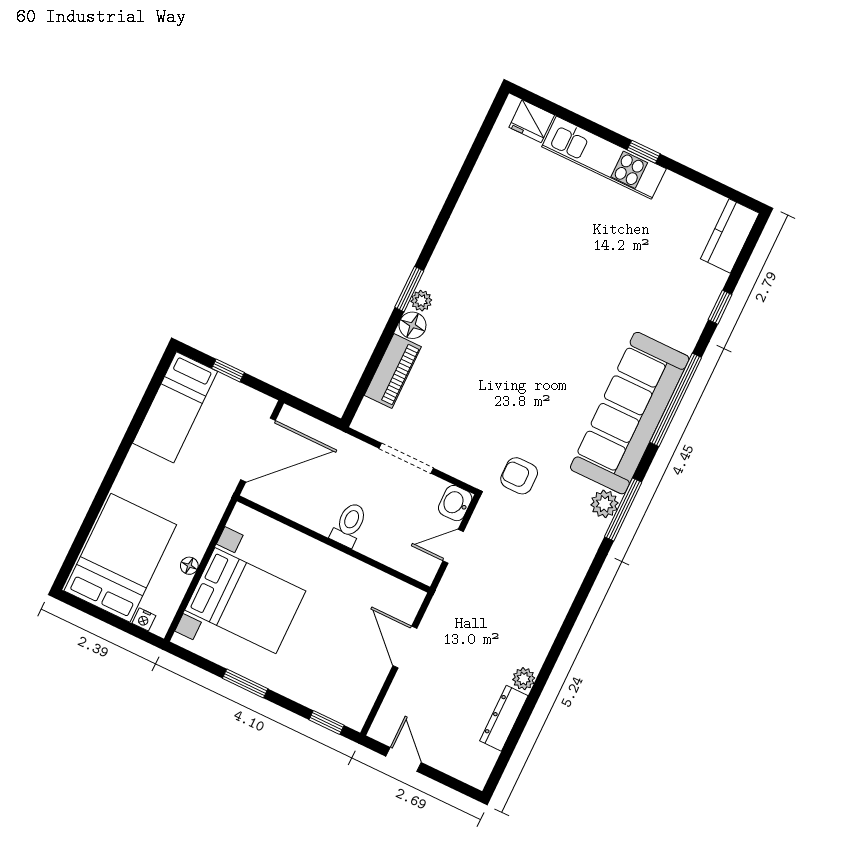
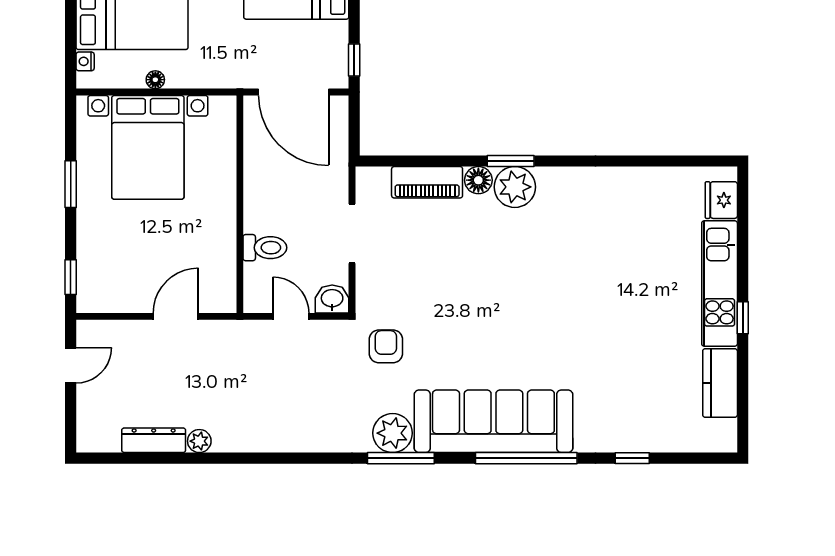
kitchen counter: (730, 236) -> (720, 383), moved, turned -90
plant: (421, 301) -> (515, 187), width x1.87, depth x1.87
window: (228, 370) -> (354, 60), moved
plant: (604, 504) -> (393, 433), width x1.36, depth x1.36
toilet: (349, 525) -> (265, 248), moved

